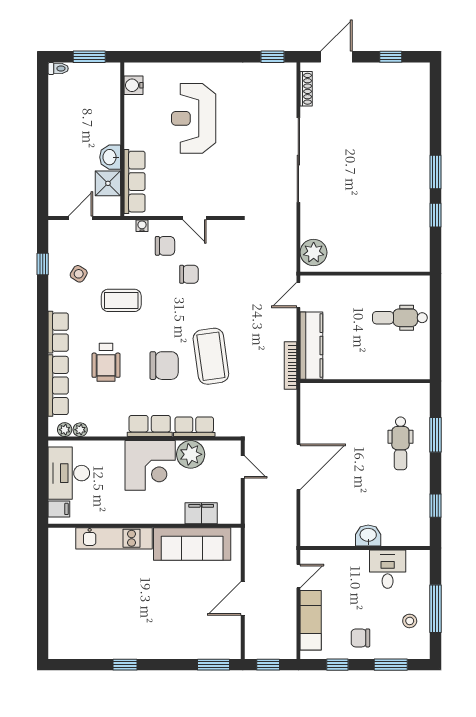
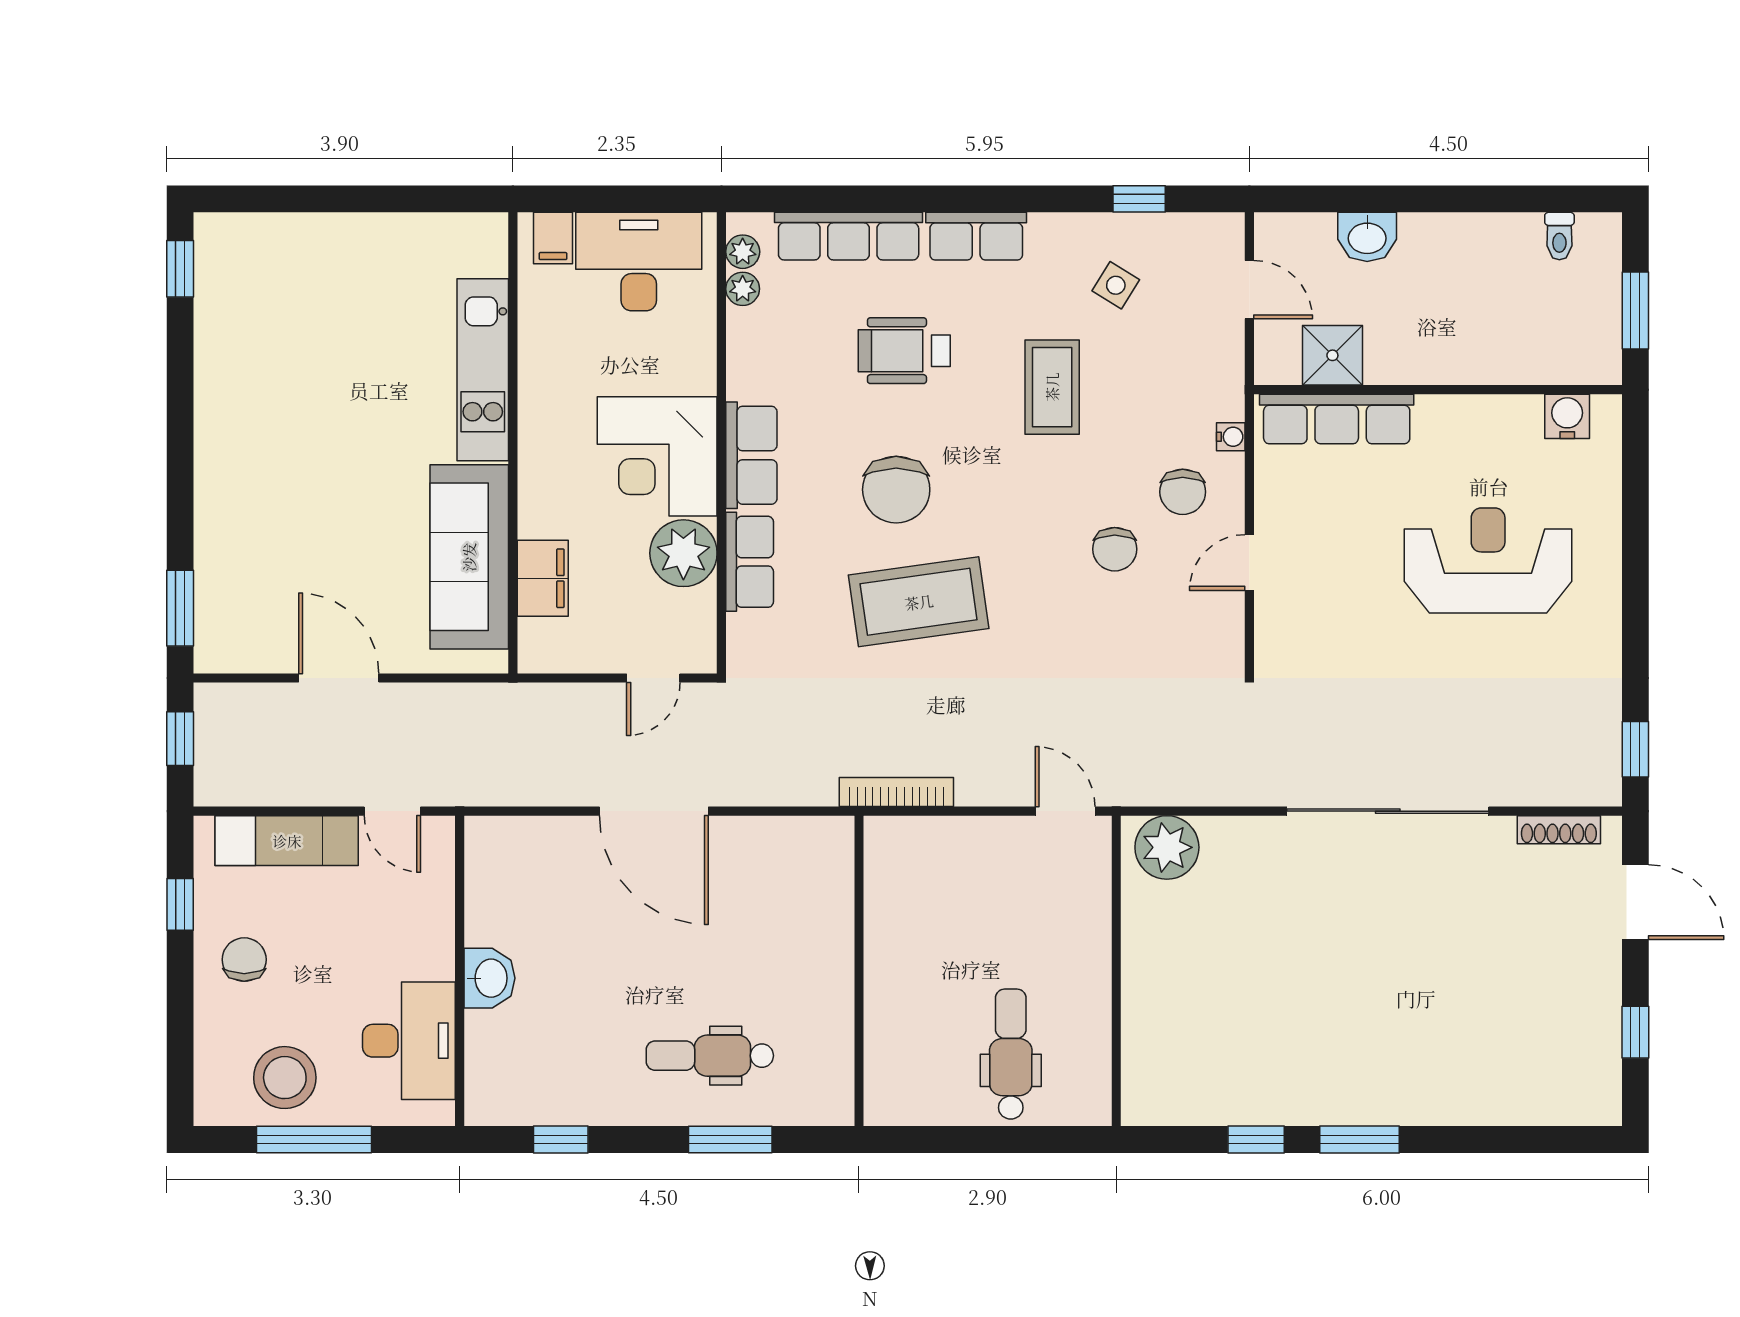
toilet: (58, 68) -> (1559, 236), moved
washbasin: (110, 157) -> (1367, 237), moved, turned 180
kitchen counter: (311, 346) -> (944, 842), removed
desk: (388, 569) -> (409, 1041), width x1.37
stool: (410, 621) -> (285, 1078), width x1.89, depth x1.89
window: (125, 665) -> (180, 269), moved
window: (391, 665) -> (180, 1032), removed

